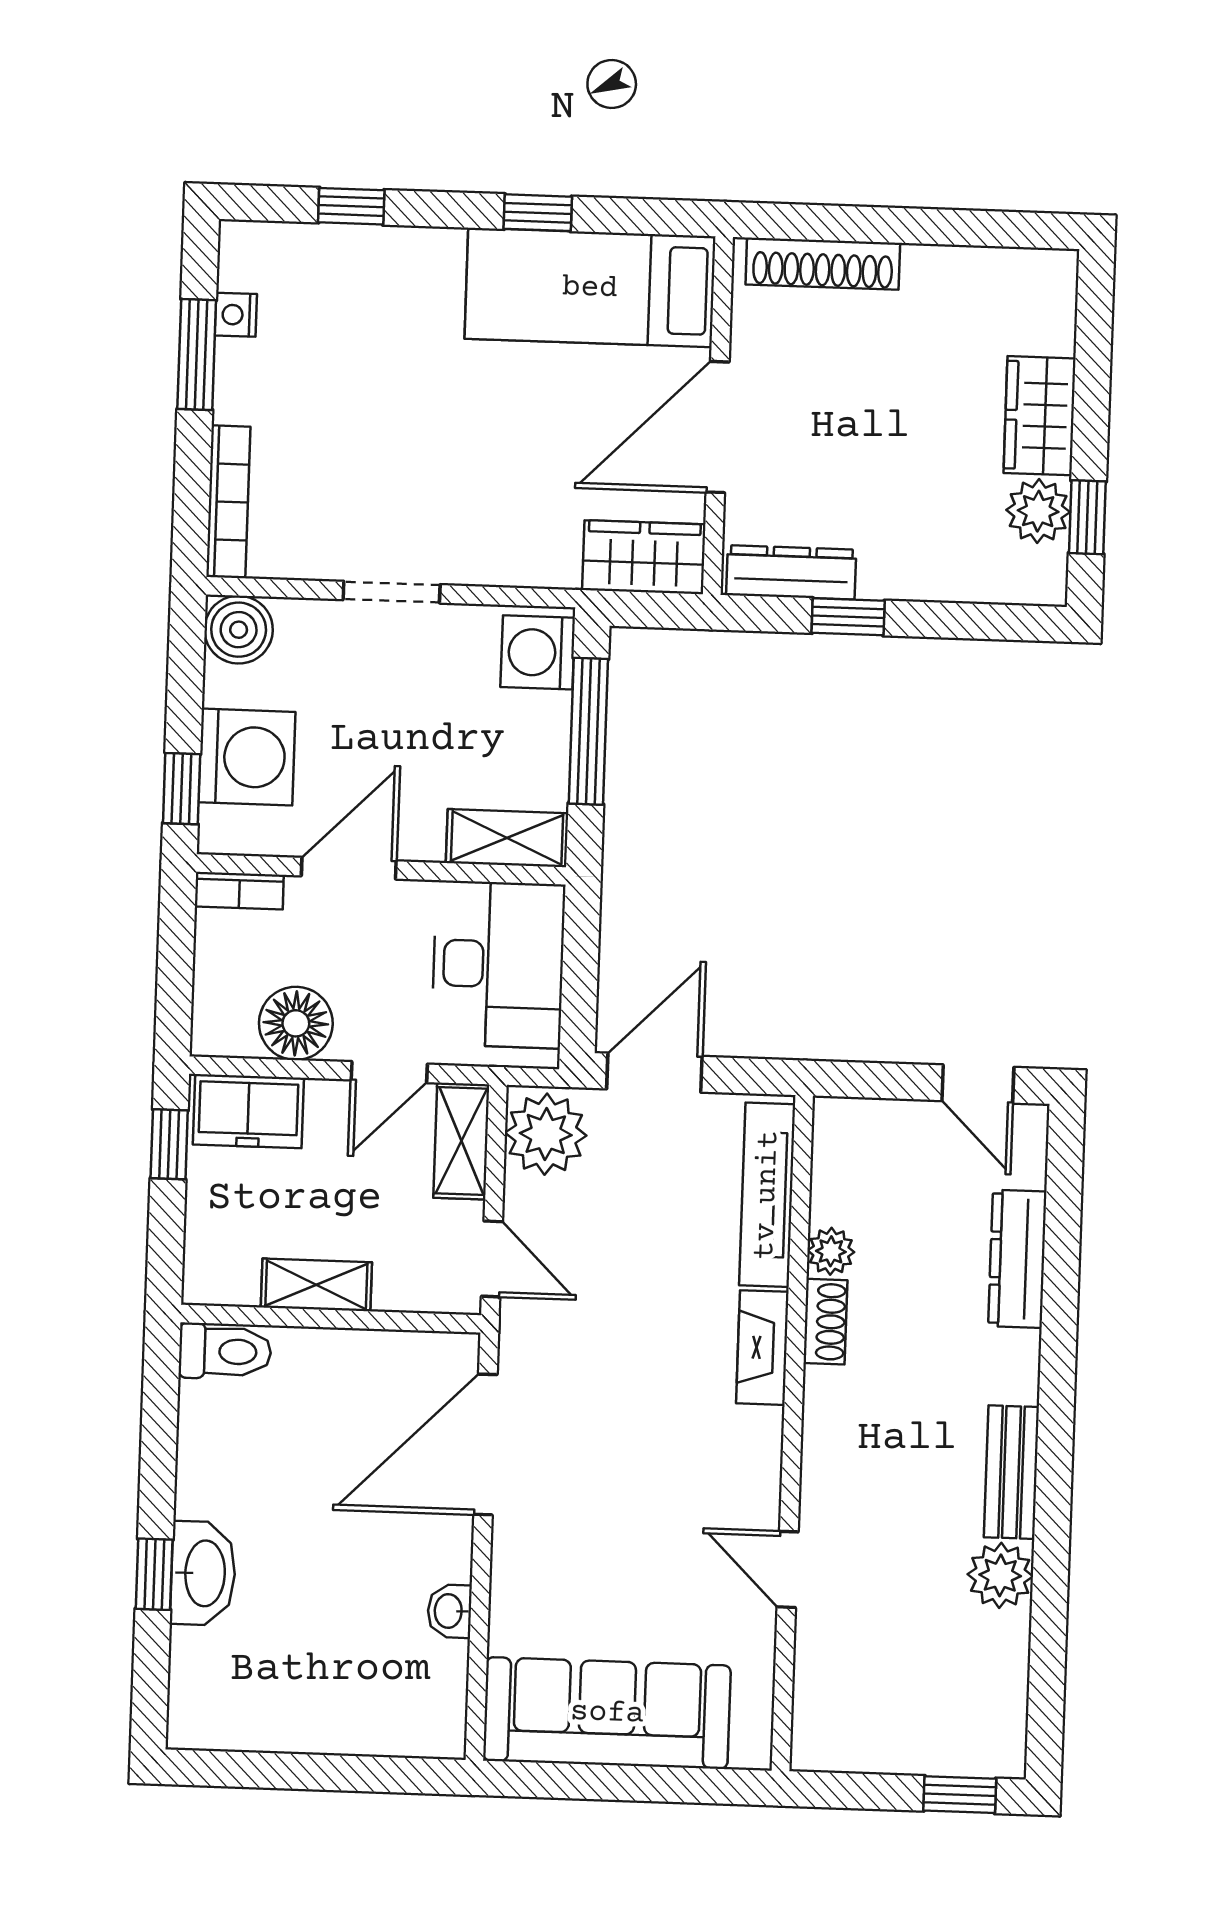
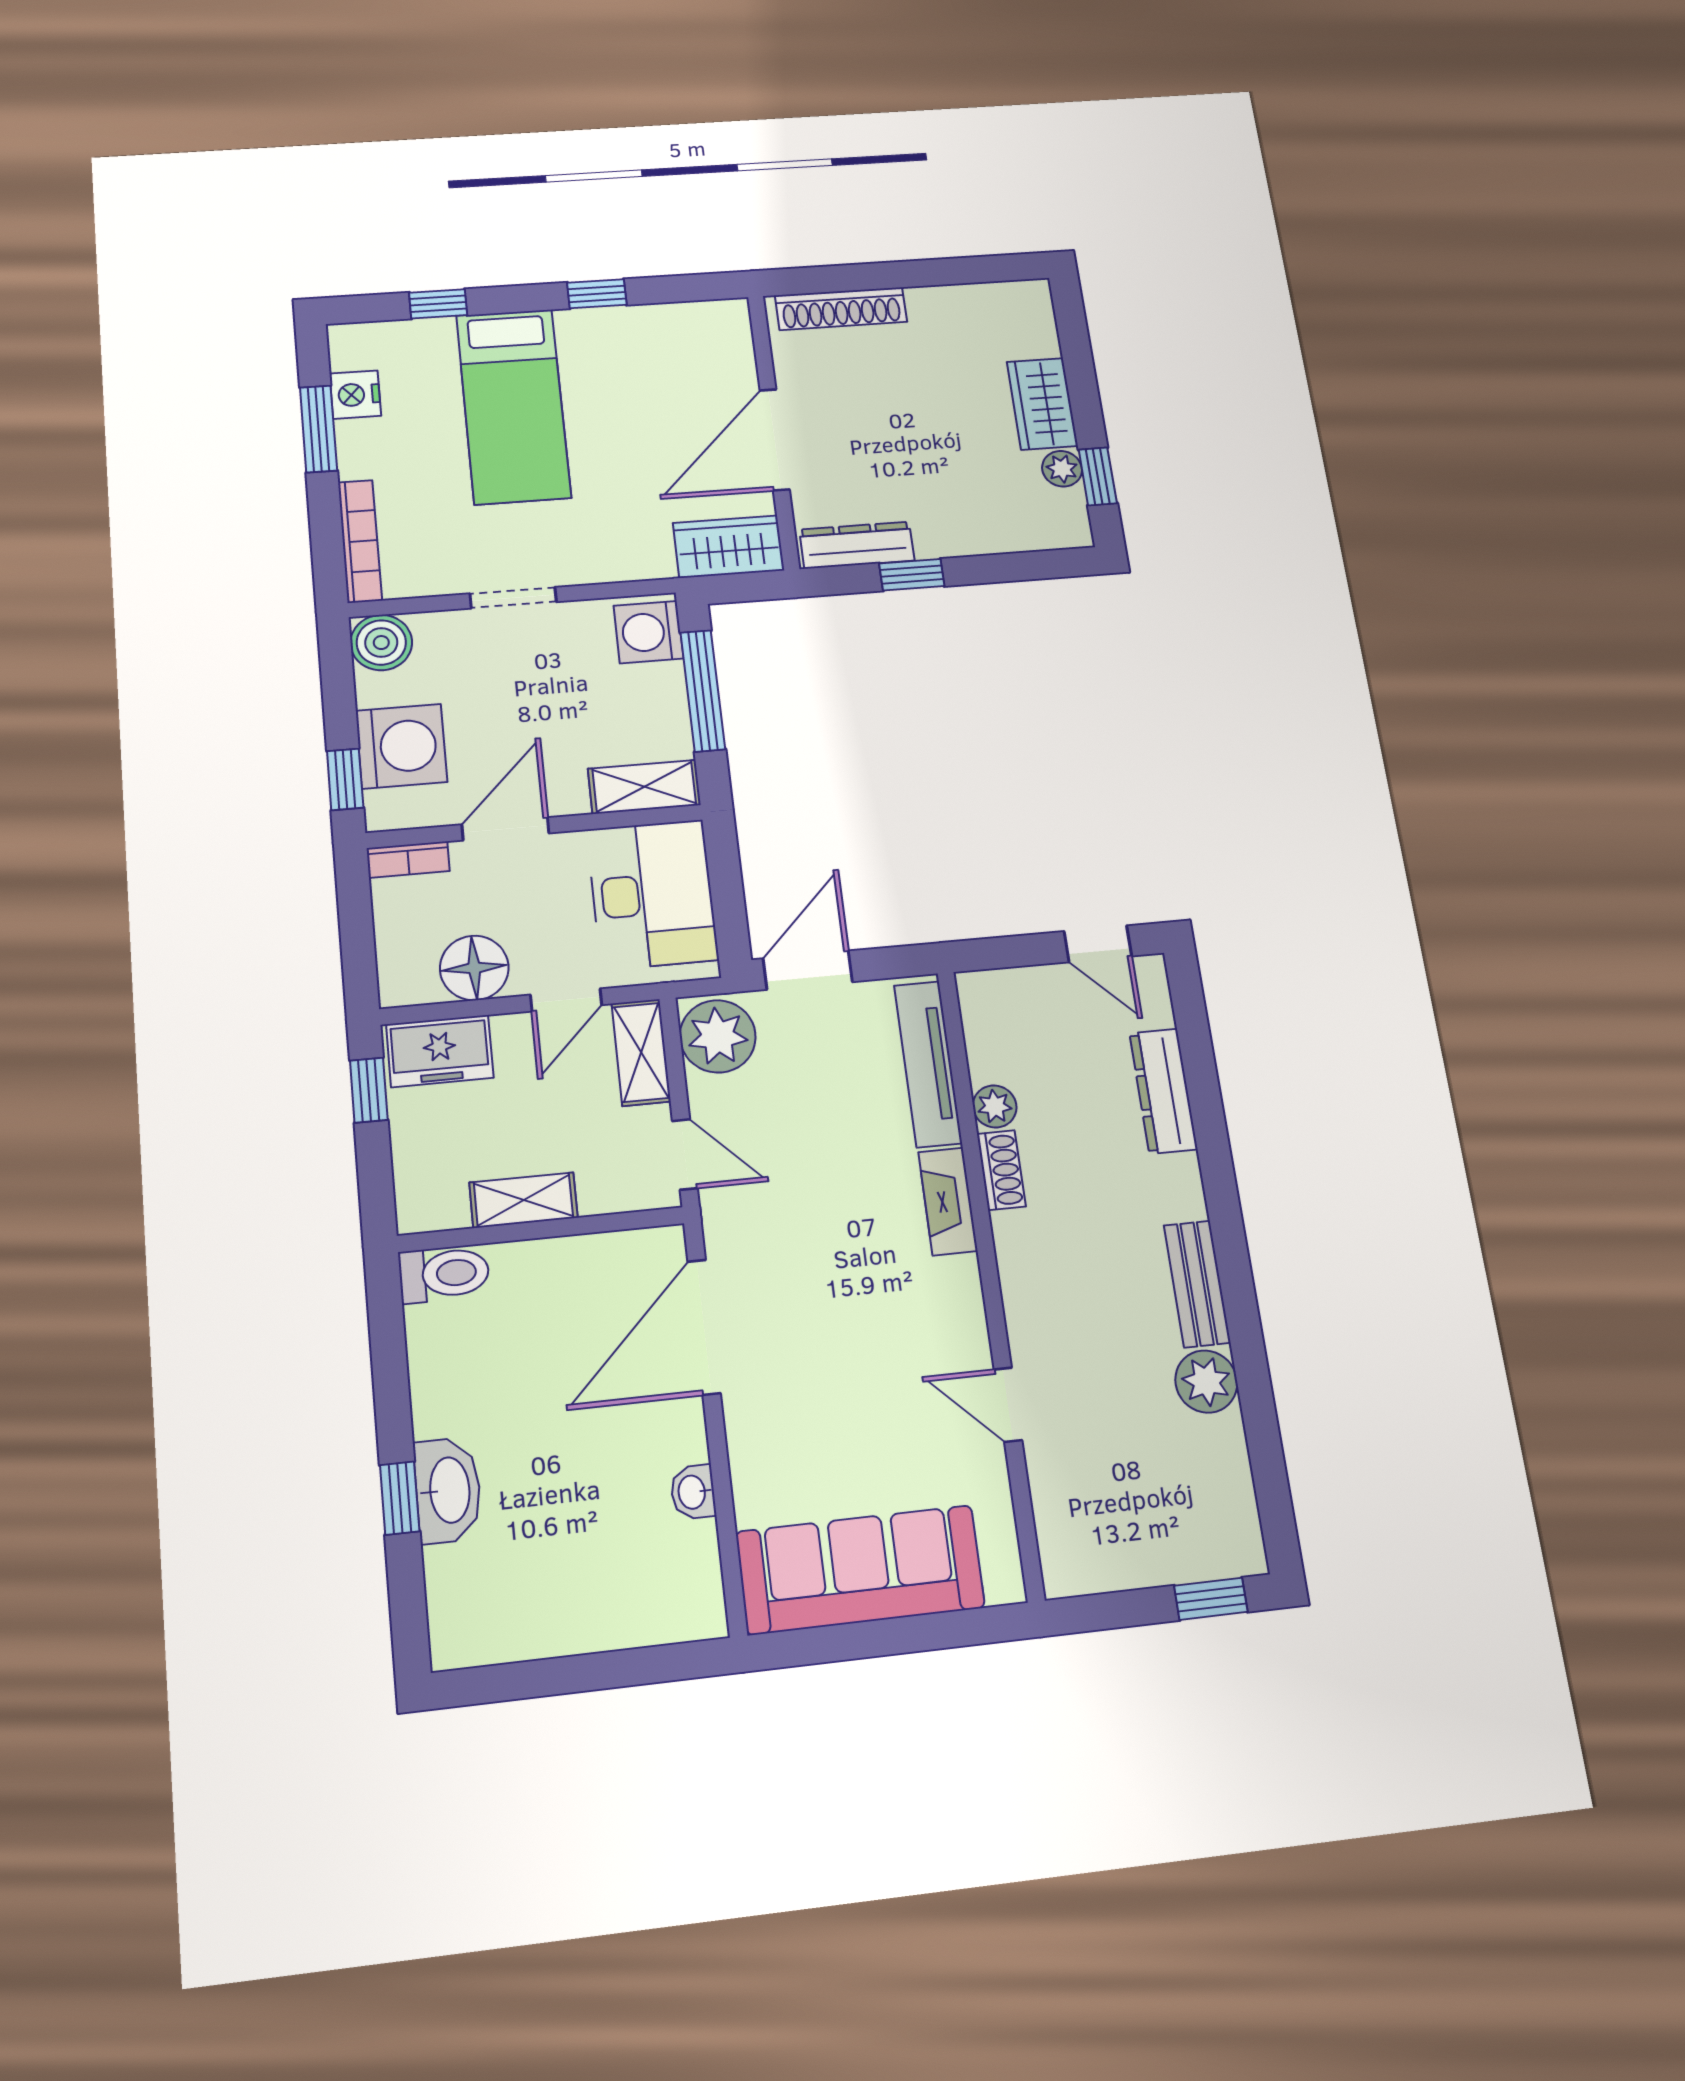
bed: (590, 288) -> (513, 406), moved, turned -90
nightstand: (236, 315) -> (355, 395), width x1.39, depth x1.35
plant: (1038, 511) -> (1062, 469), width x0.73, depth x0.73

